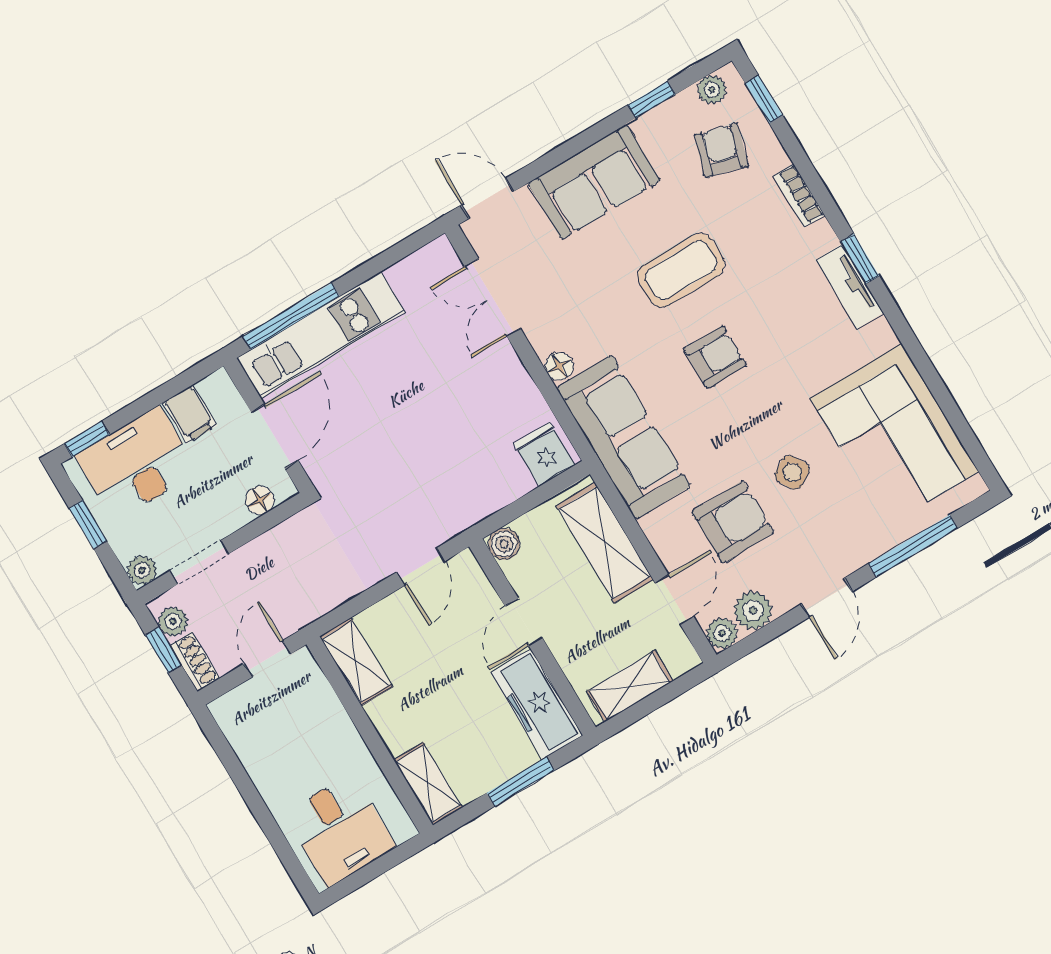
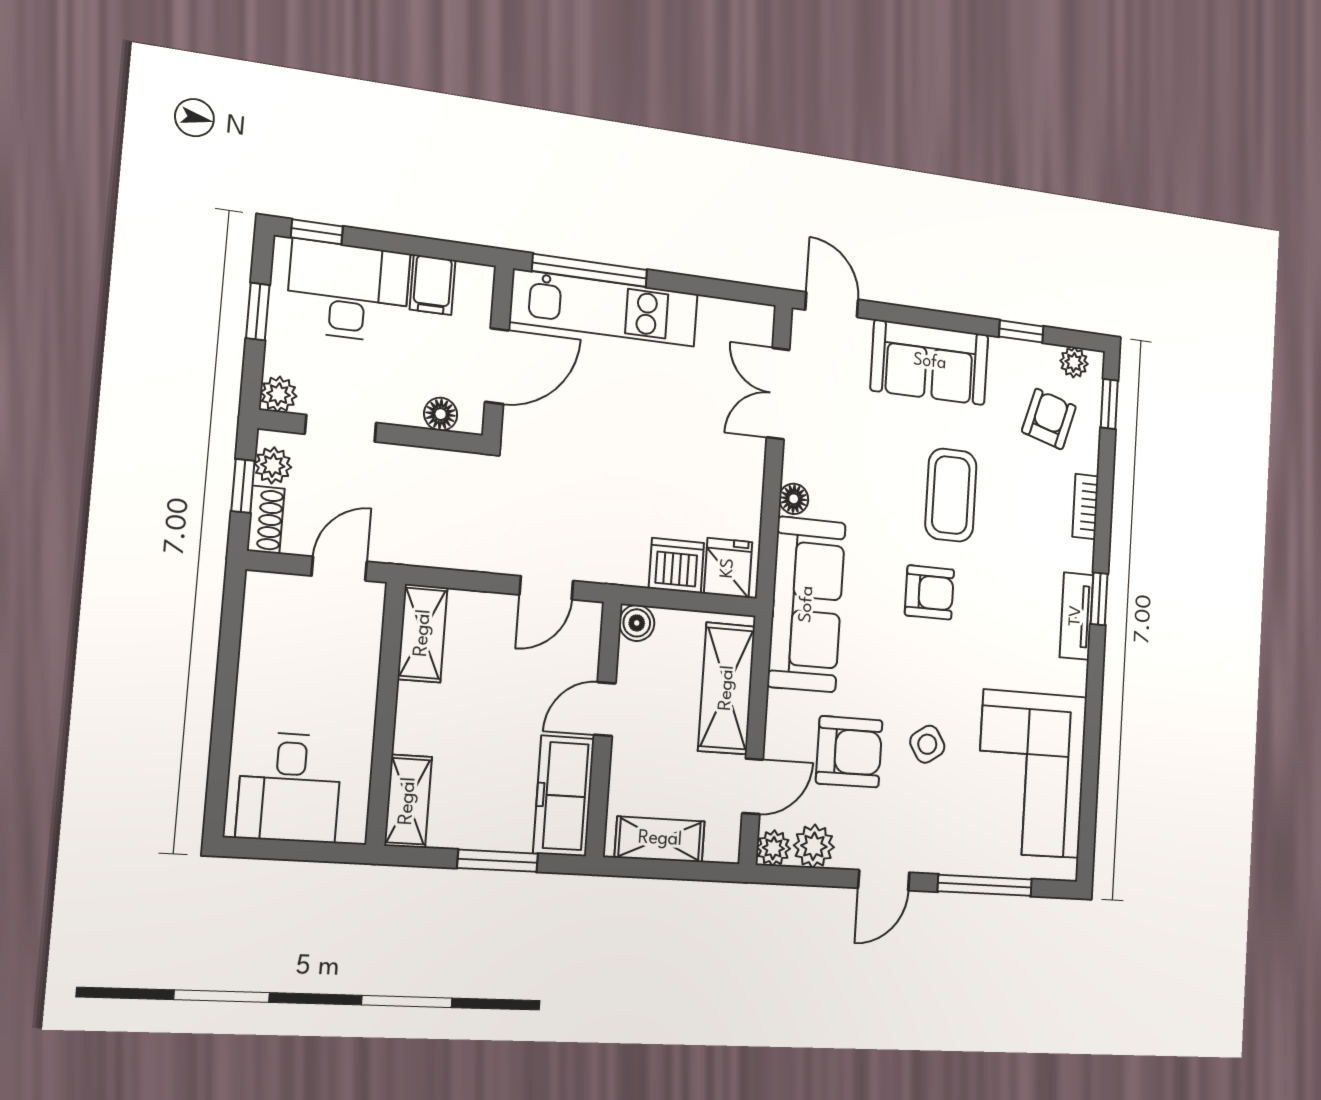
coffee table: (681, 270) -> (951, 495), turned 90
dishwasher: (505, 481) -> (676, 566), added

